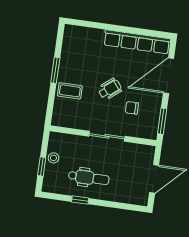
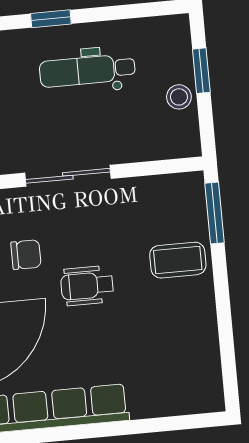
window: (55, 70) -> (214, 213), moved
wheelchair: (110, 89) -> (87, 286), turned 39
window: (80, 200) -> (51, 19), moved

